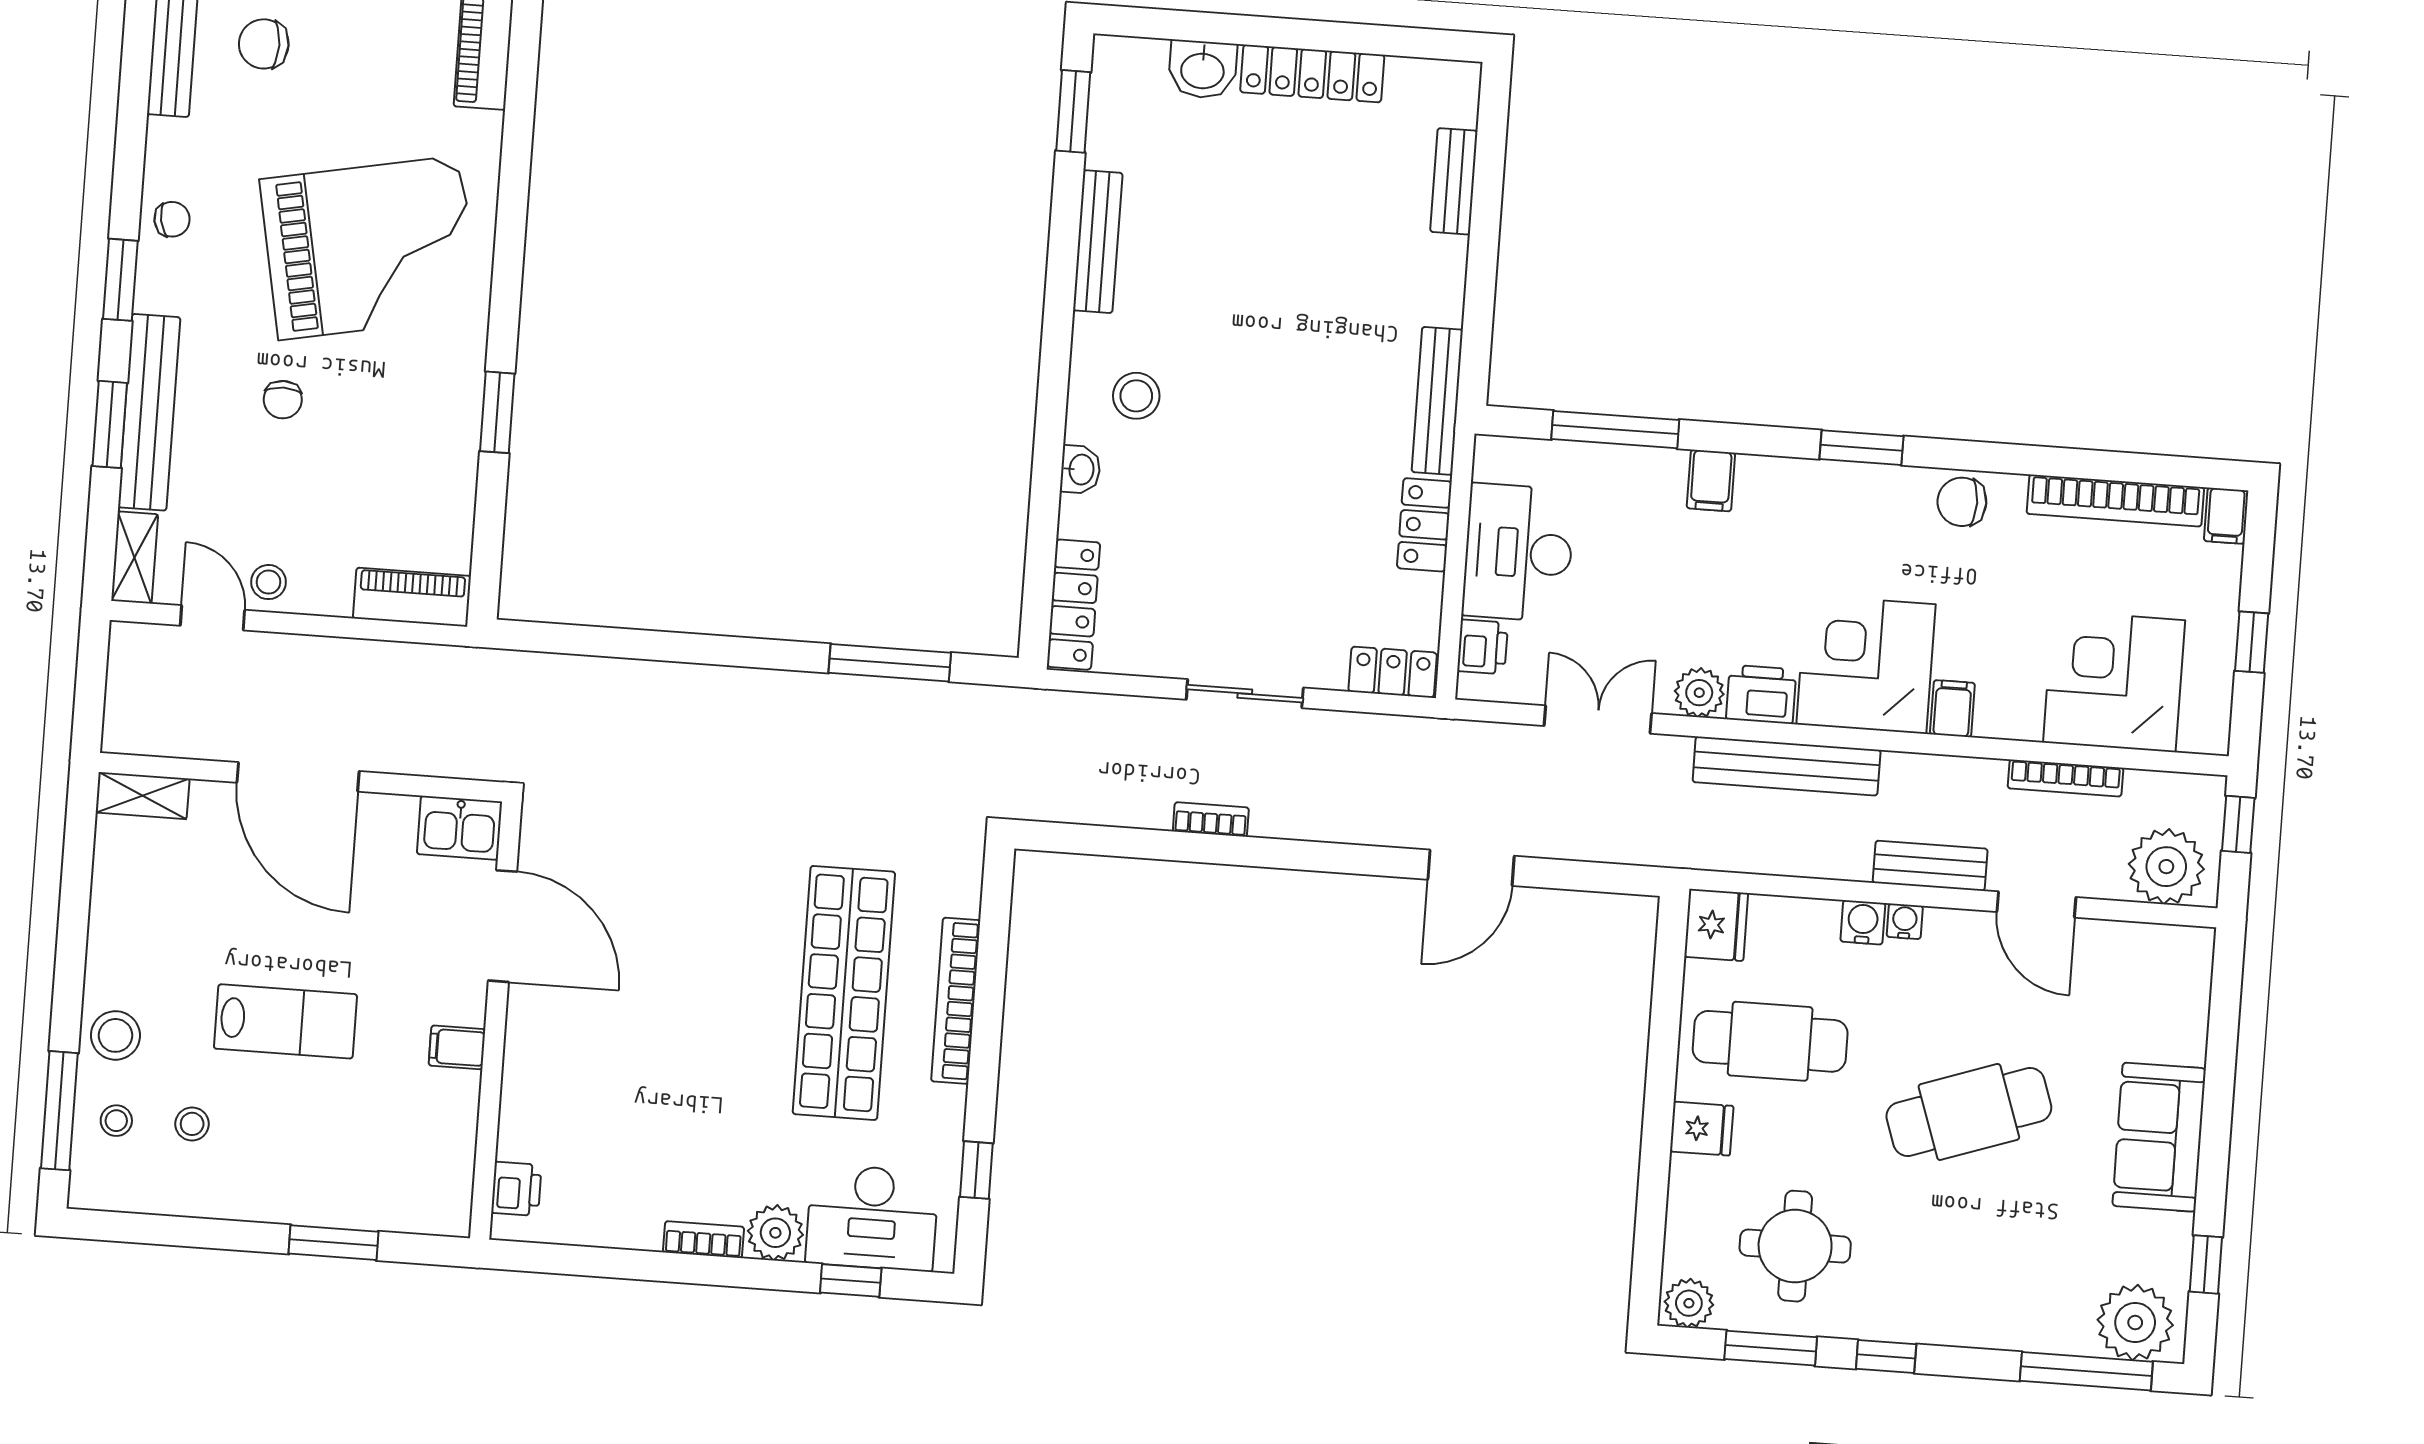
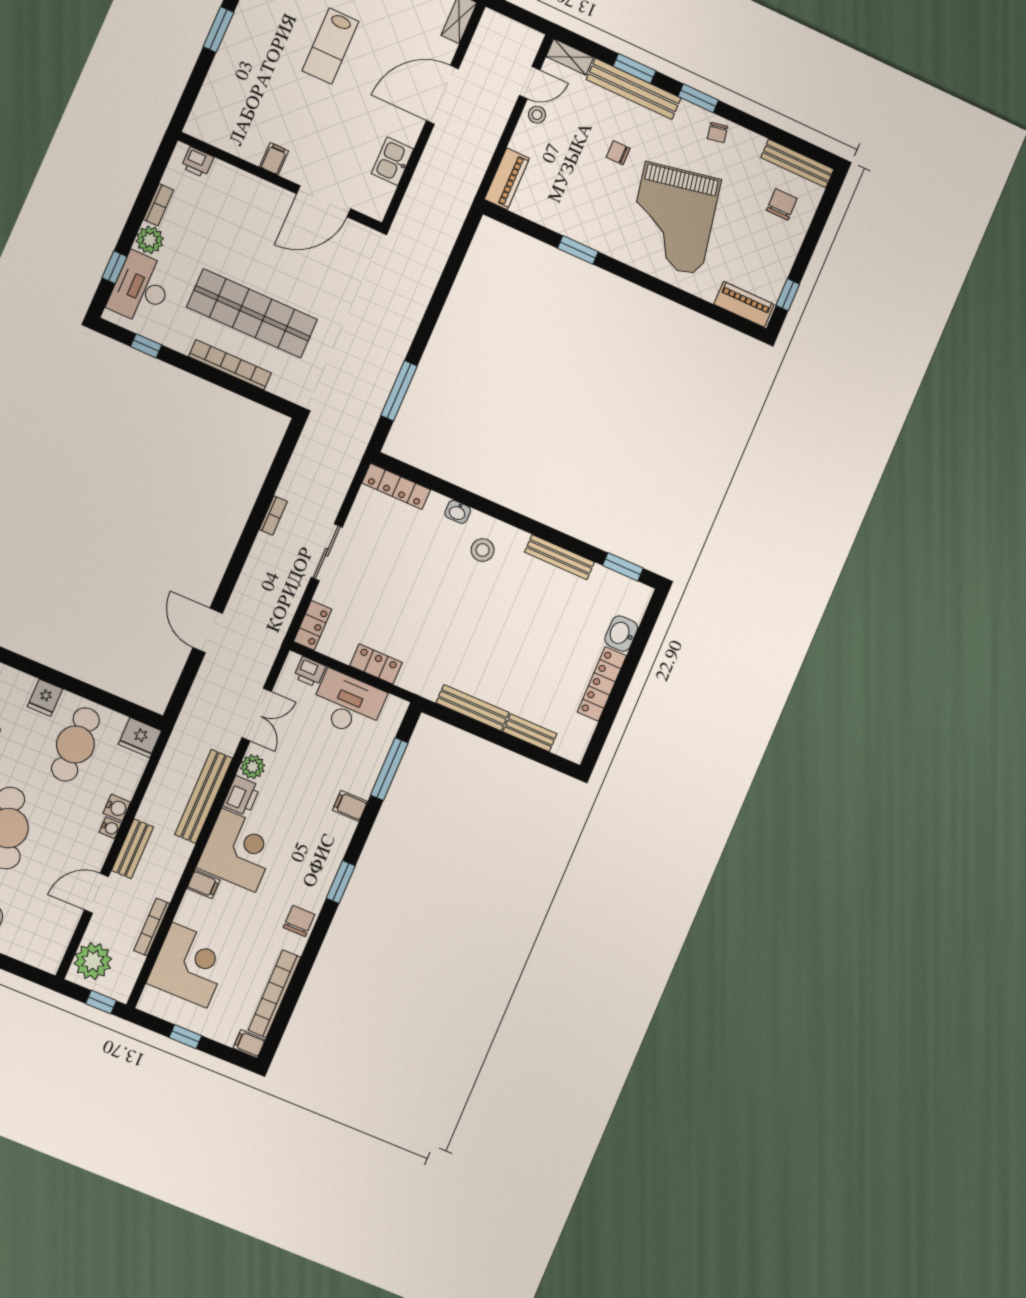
bench: (1437, 401) -> (472, 708), moved
door: (503, 926) -> (324, 201), moved
wall: (496, 1021) -> (280, 182), moved
filing cabinet: (457, 1047) -> (274, 159), moved
printer: (516, 1189) -> (197, 162), moved

